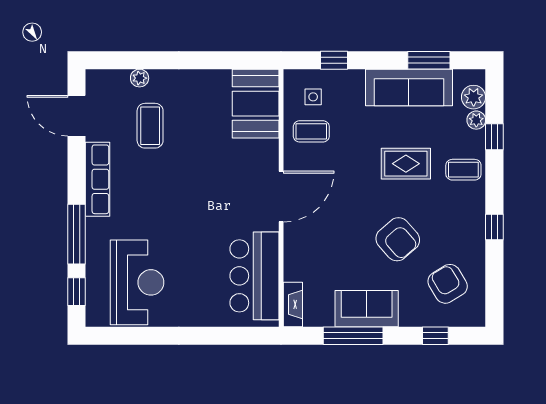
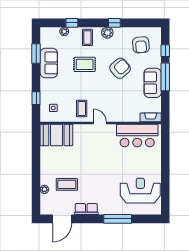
sofa: (409, 87) -> (49, 63), width x0.73
plant: (474, 97) -> (107, 33), moved
coffee table: (311, 131) -> (82, 108), moved
rug: (406, 164) -> (85, 64), turned 90
row of seats: (98, 179) -> (86, 209), width x0.68
door: (281, 197) -> (100, 123), width x0.53
armchair: (448, 284) -> (141, 45), turned -64
window: (77, 292) -> (145, 219), removed
window: (353, 336) -> (165, 77), moved

